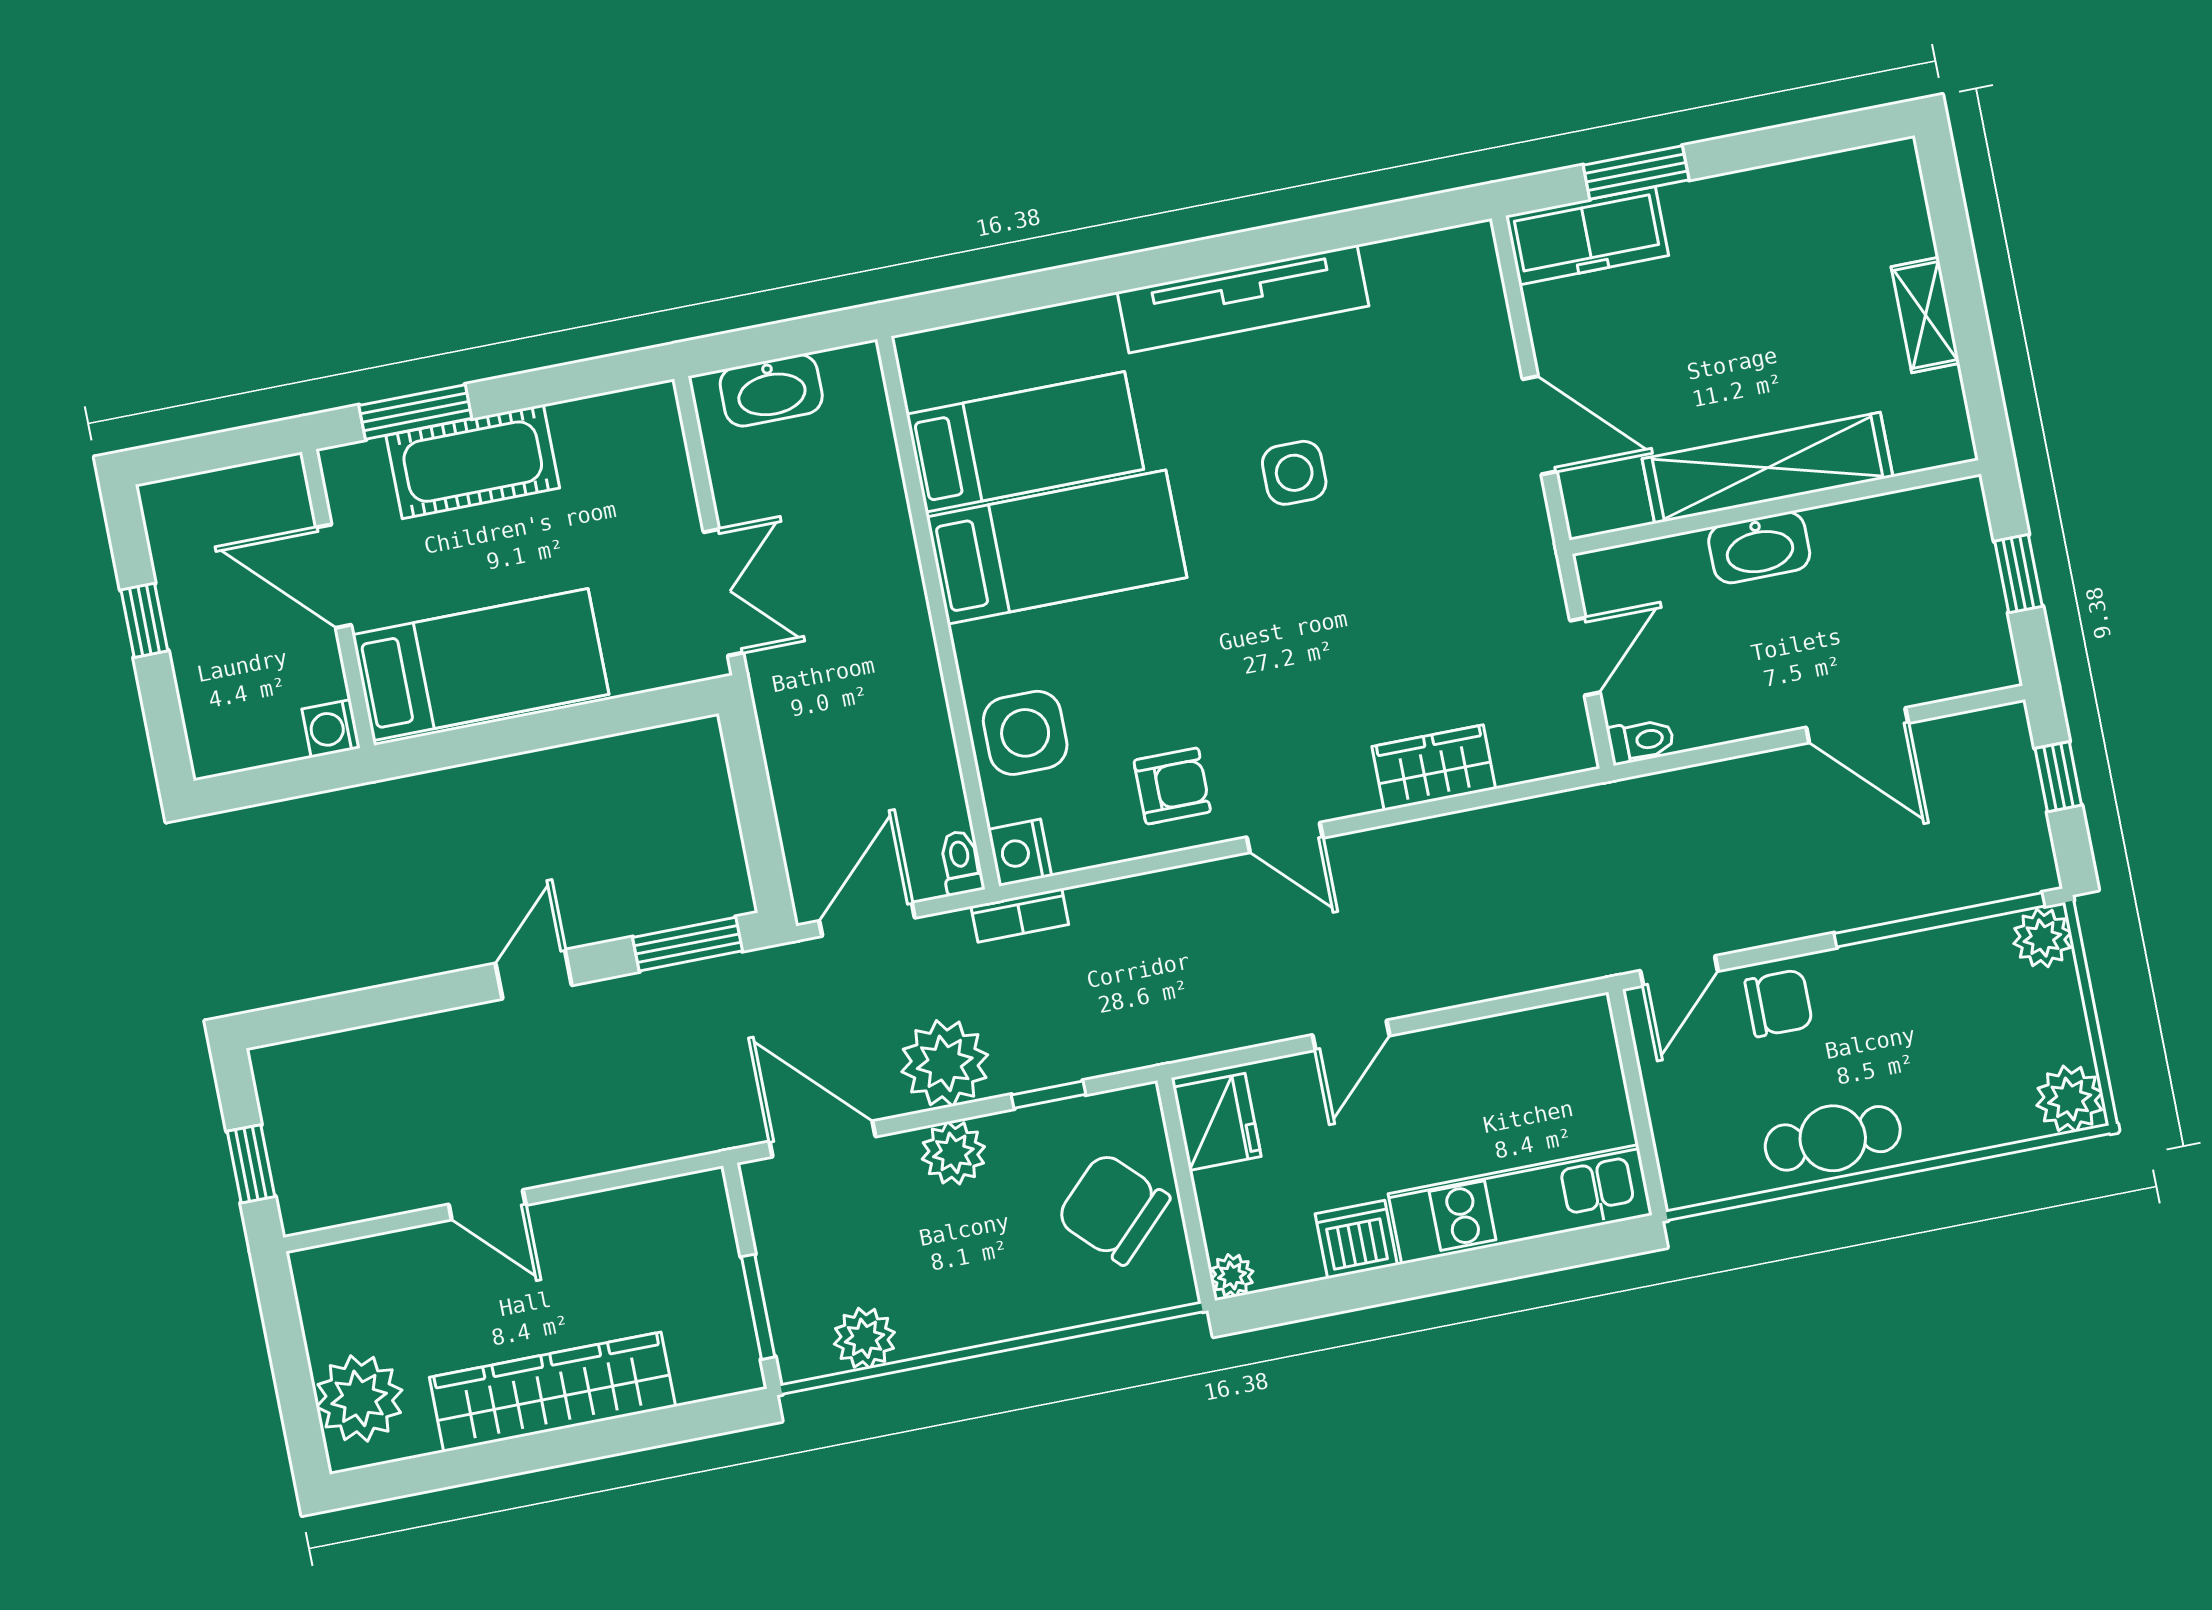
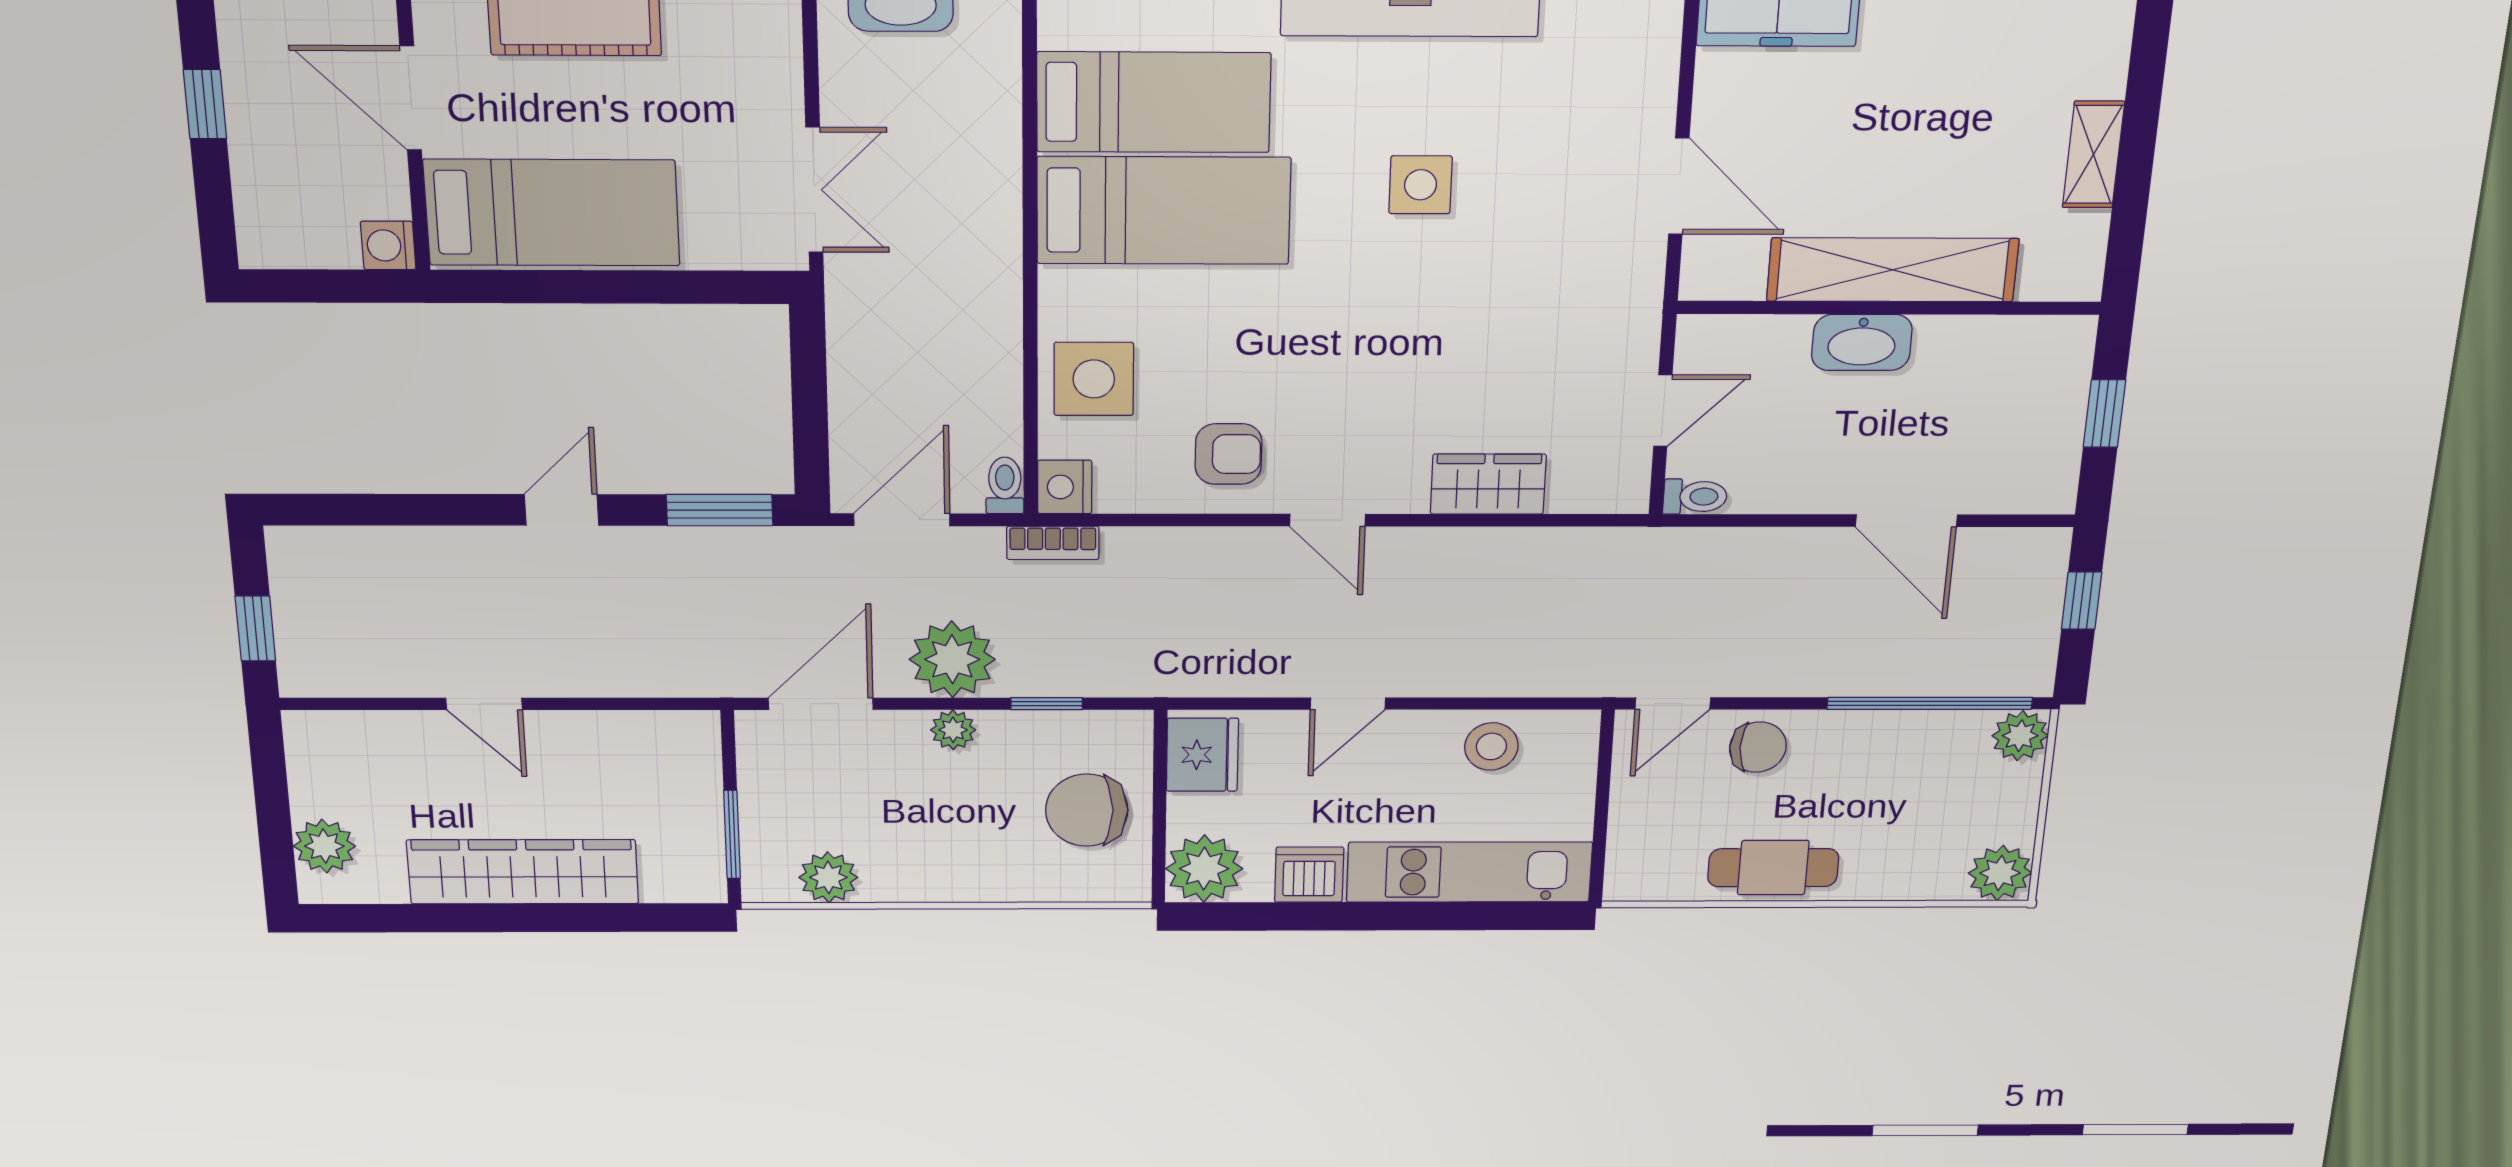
stool: (1508, 1055) -> (1491, 746), added
door: (822, 1139) -> (821, 704), hinge flipped
plant: (953, 1153) -> (953, 730), width x0.73, depth x0.73
chair: (1113, 1208) -> (1087, 810), turned -45
plant: (1232, 1276) -> (1204, 869), width x1.88, depth x1.88
plant: (359, 1398) -> (324, 846), width x0.73, depth x0.73

